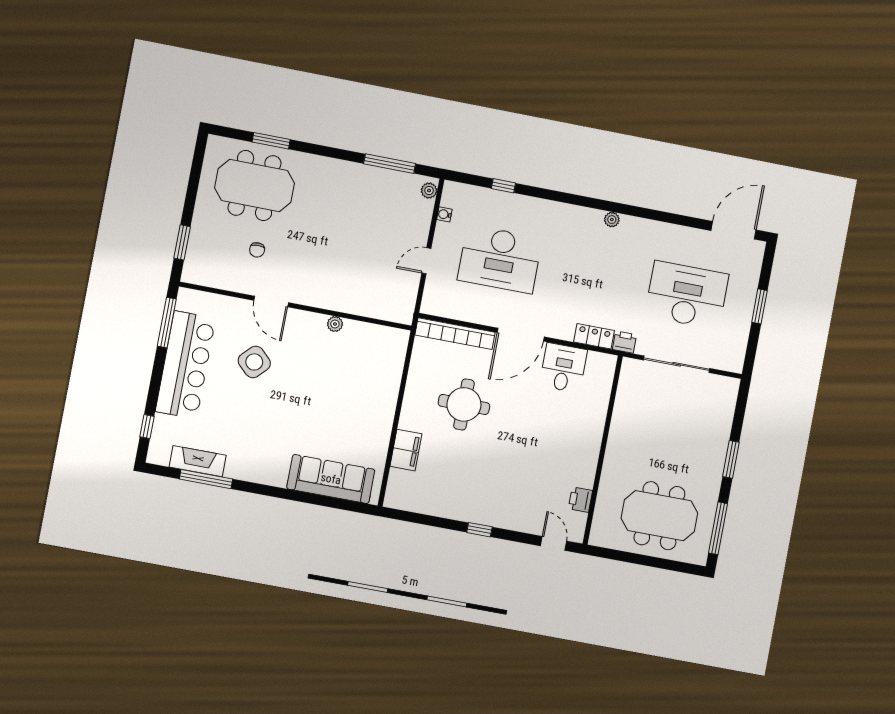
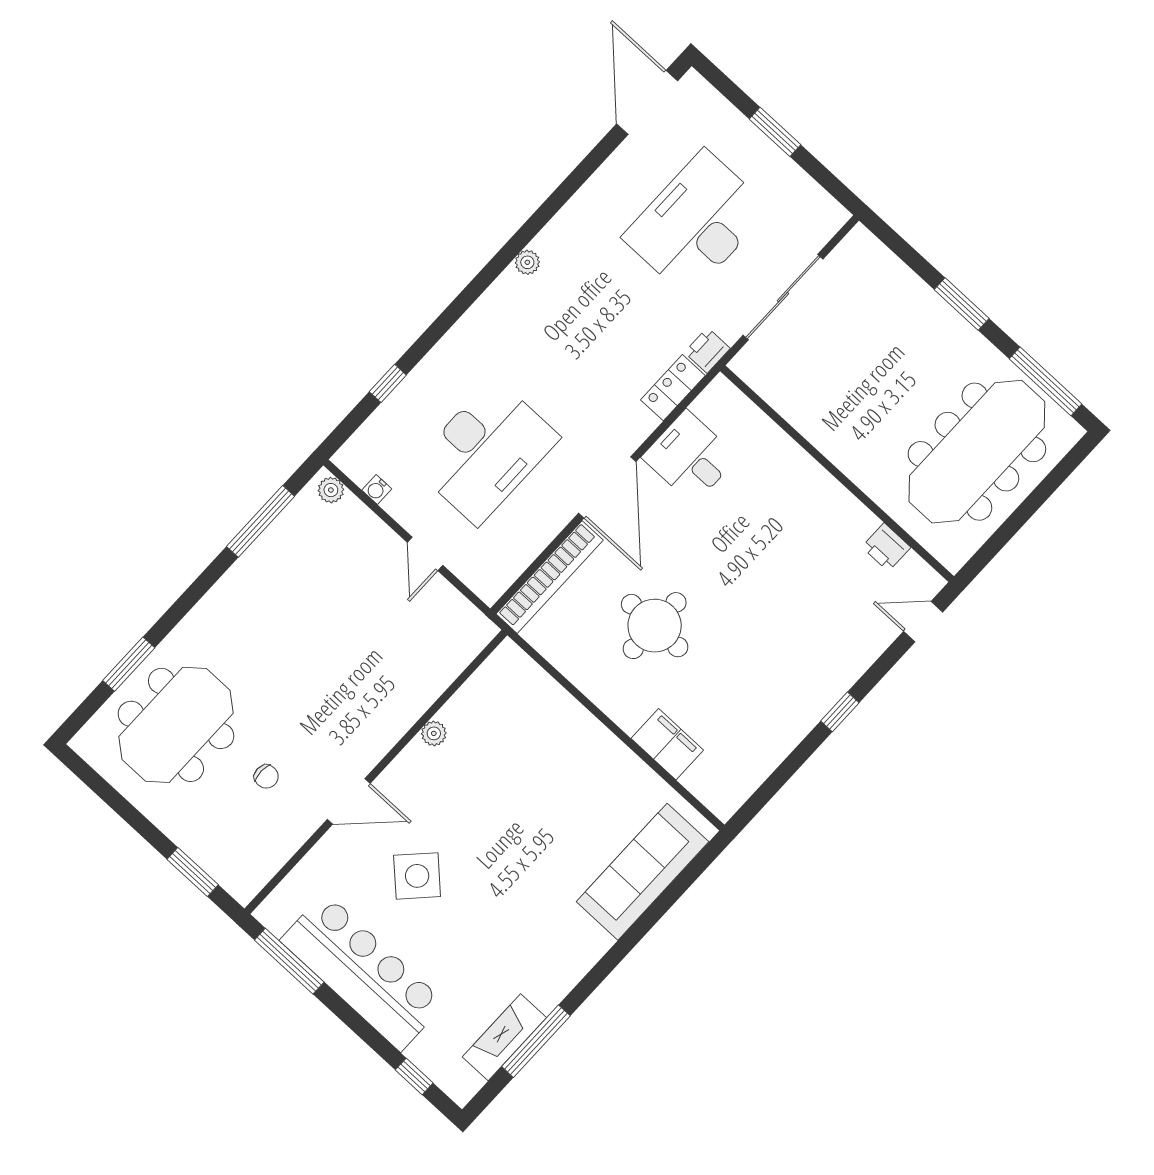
meeting table: (659, 516) -> (977, 452), width x1.36

